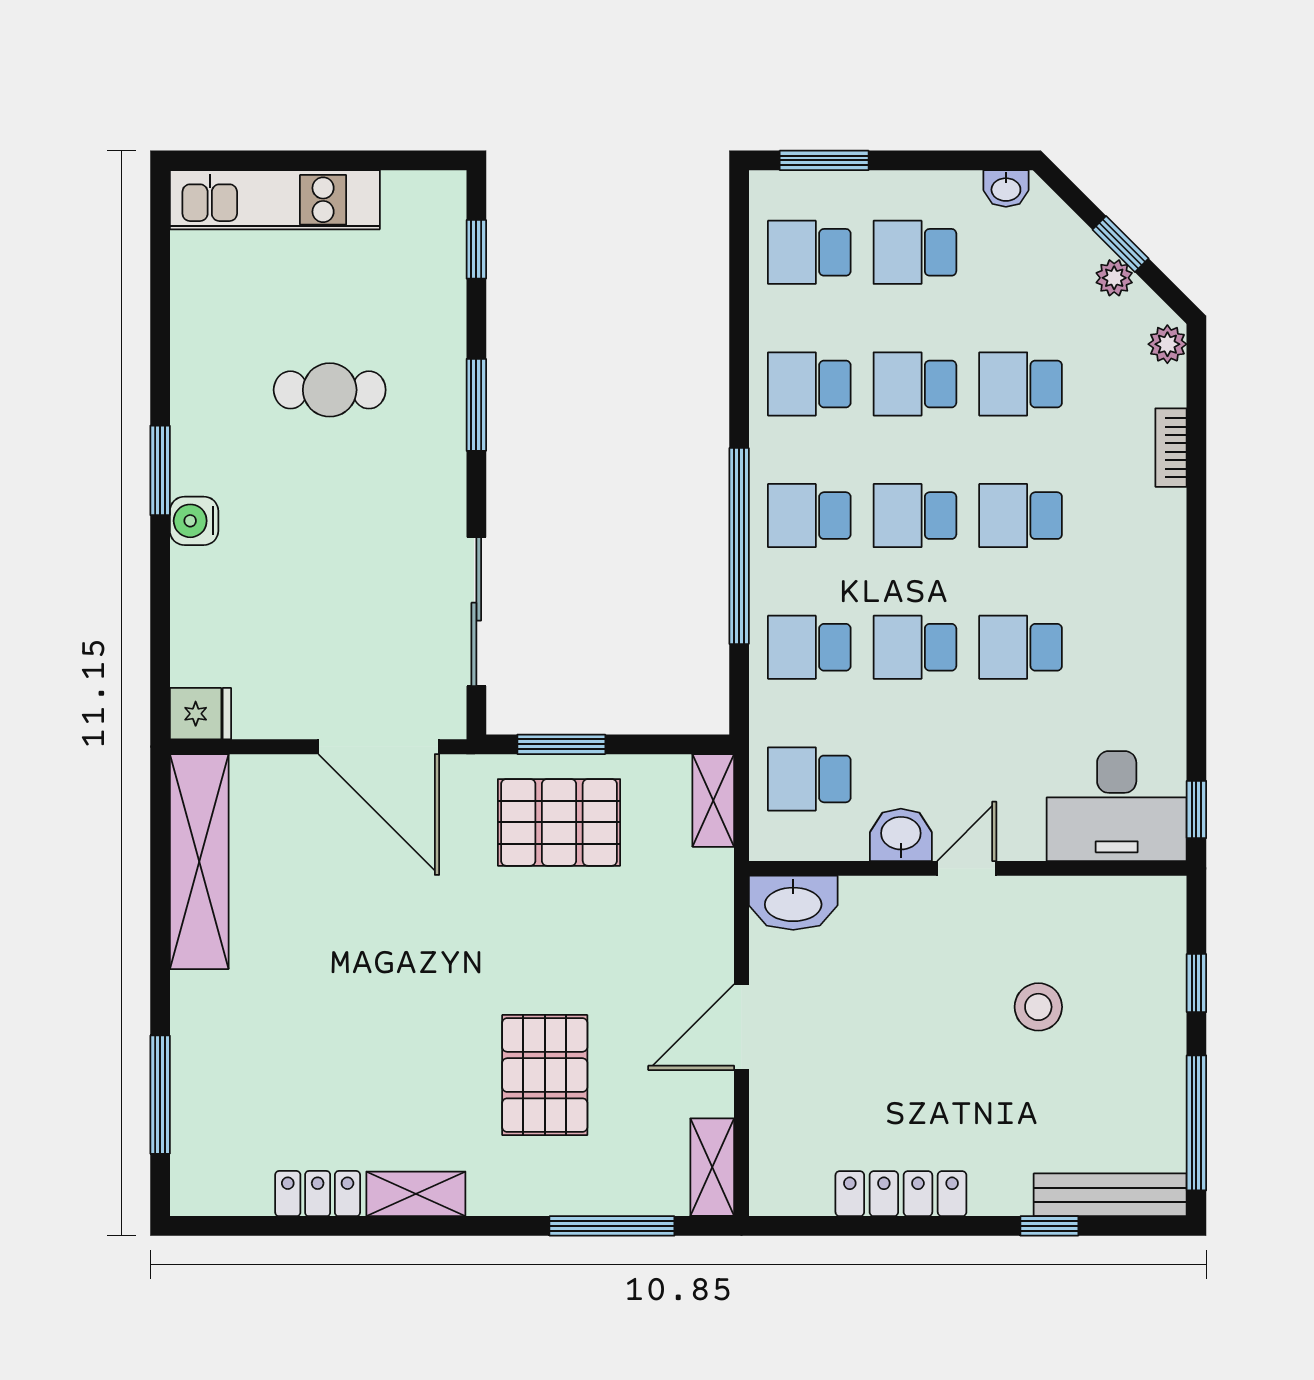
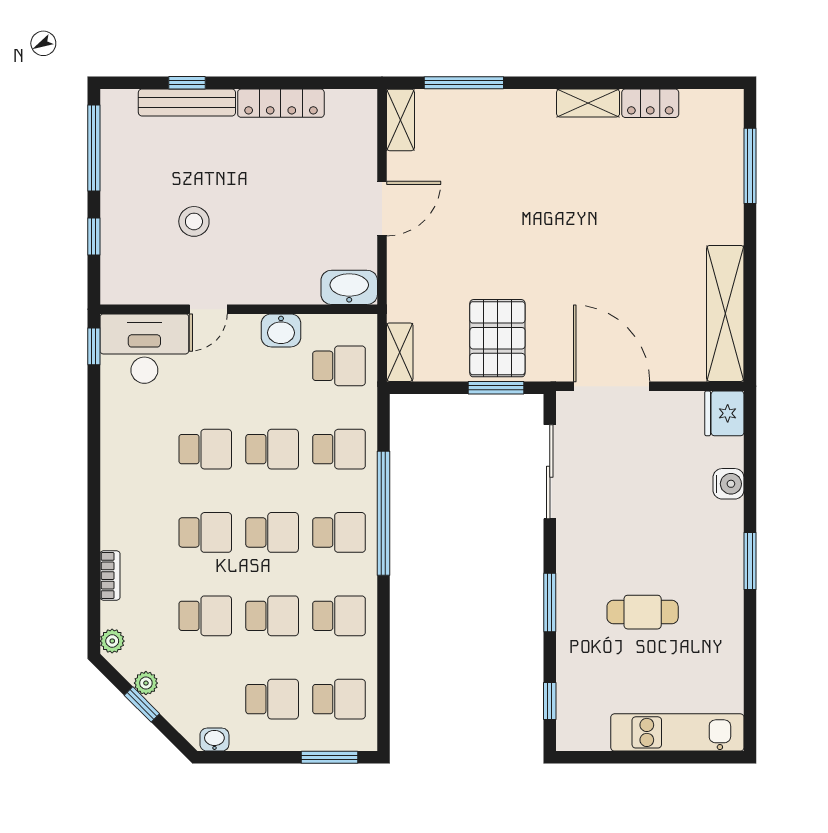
water cooler: (194, 521) -> (728, 484), moved
fridge: (200, 714) -> (724, 413), width x1.38
pallet: (559, 822) -> (497, 338), turned 90
door: (967, 868) -> (208, 309), moved
pallet: (545, 1075) -> (506, 178), removed
bench: (1110, 1195) -> (187, 102), moved

